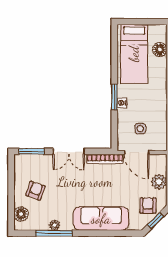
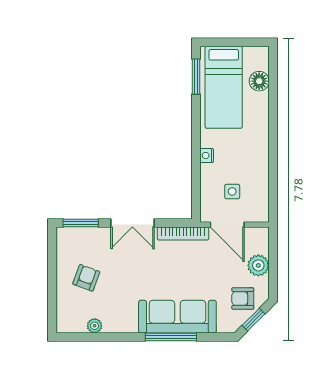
window: (114, 97) -> (196, 77), moved
armchair: (148, 205) -> (243, 299), turned -90
floor lamp: (21, 214) -> (66, 310), removed
plant: (55, 225) -> (95, 326), moved
window: (54, 233) -> (171, 337), moved

